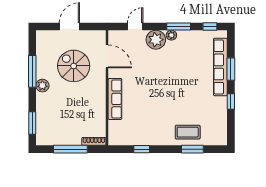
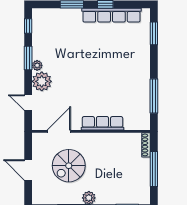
row of seats: (220, 67) -> (111, 15), moved
coffee table: (188, 132) -> (137, 49), removed
window: (142, 149) -> (154, 96), width x2.17
window: (192, 149) -> (154, 33), moved

